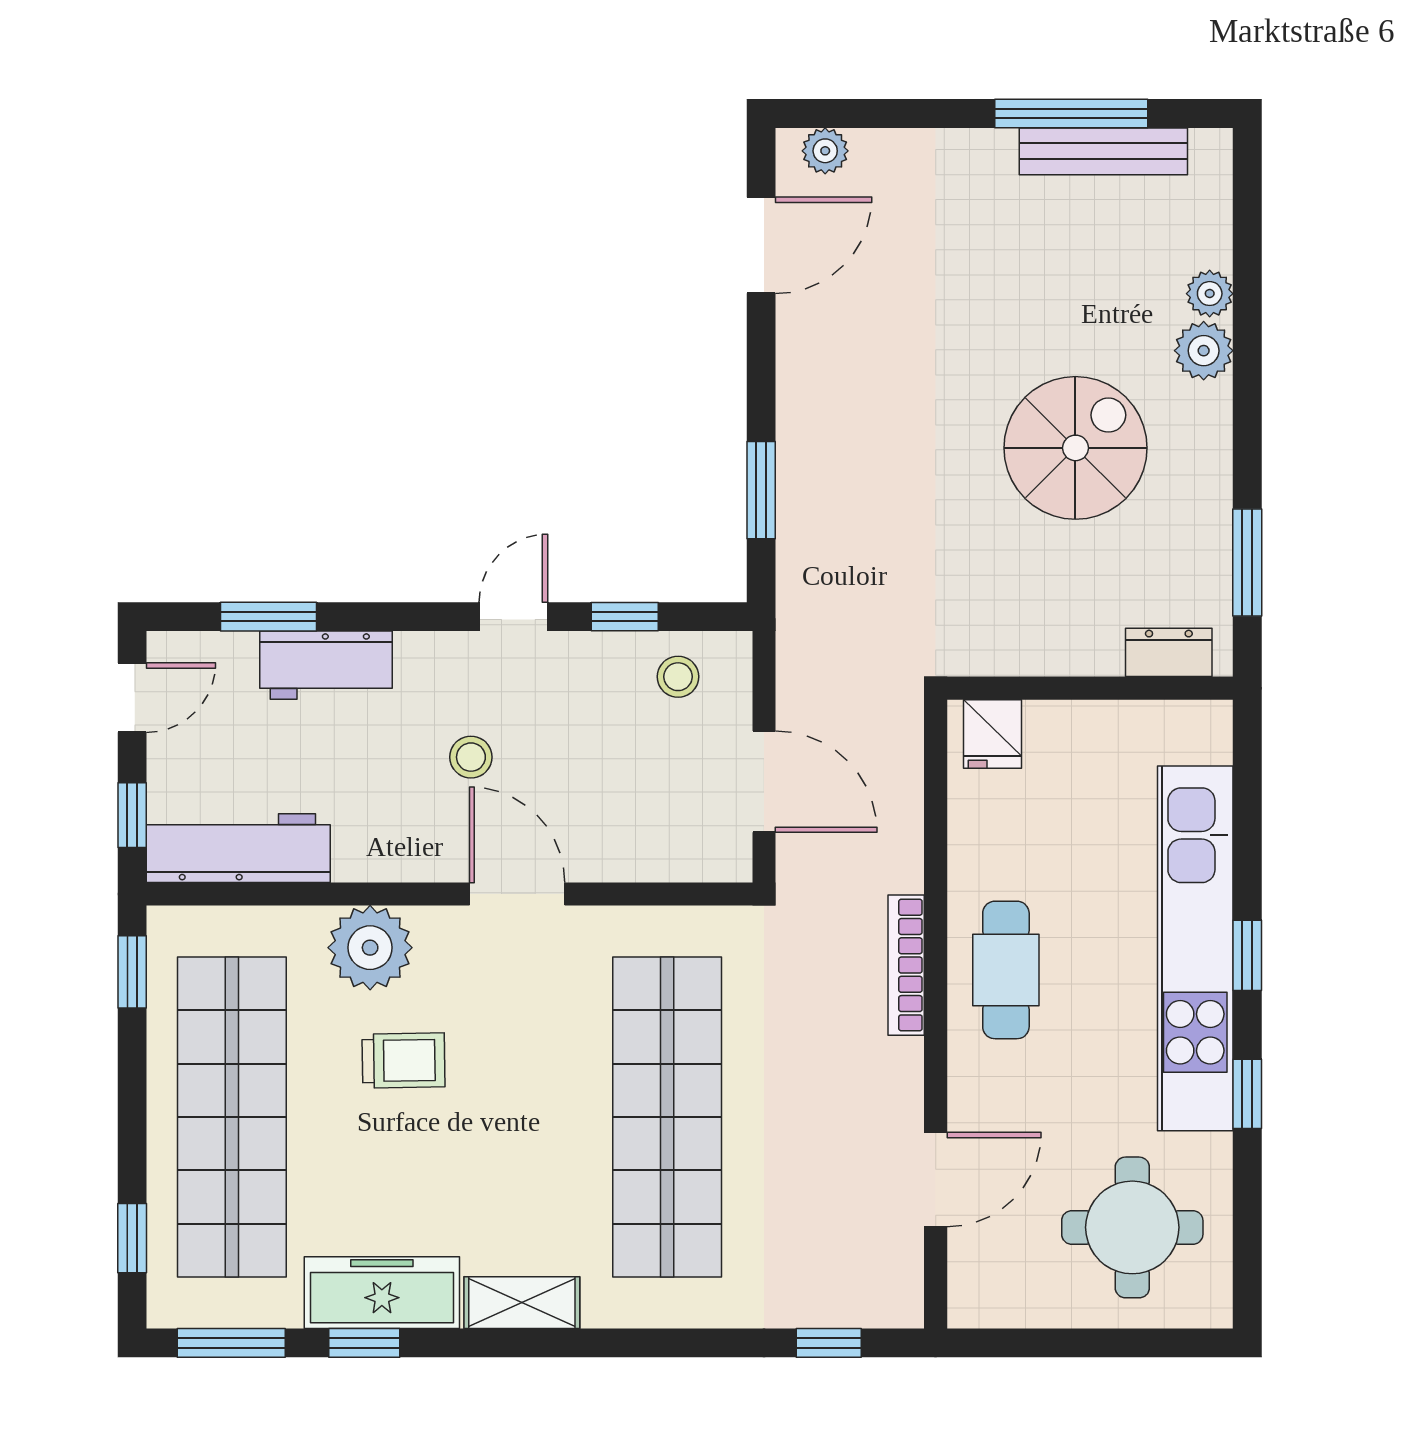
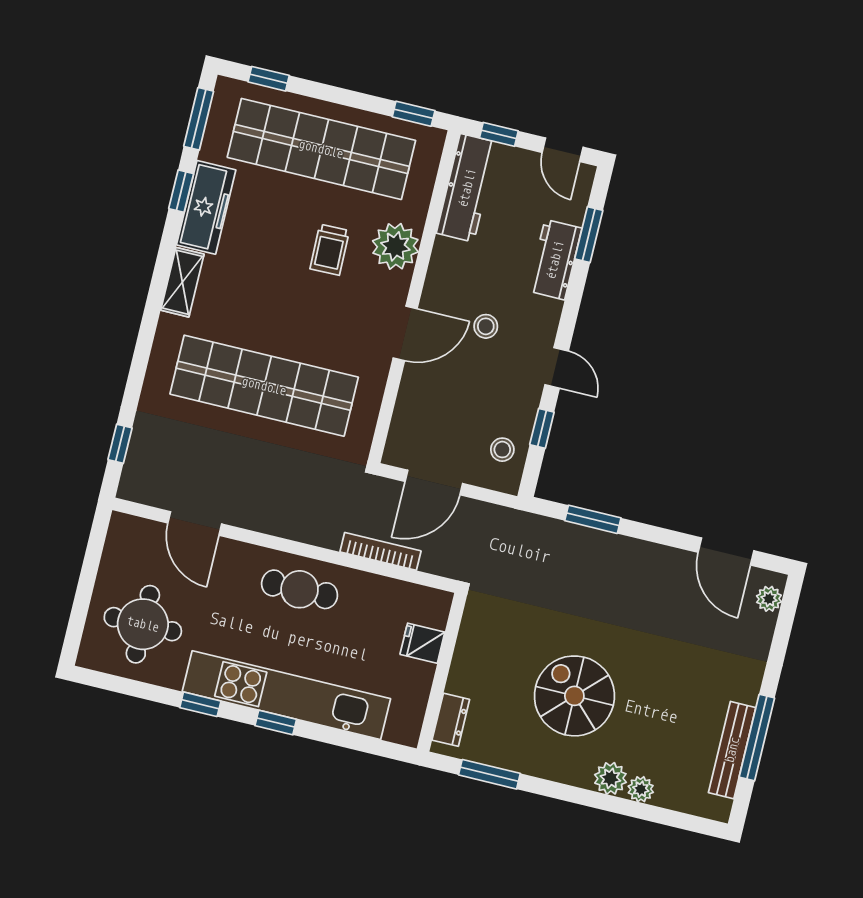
spiral stairs: (1075, 448) -> (574, 696), turned 180
fridge: (993, 734) -> (422, 643), moved
bookcase: (906, 965) -> (380, 551), moved

